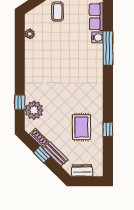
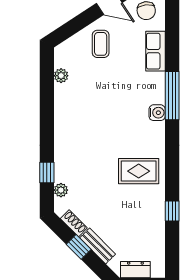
water cooler: (97, 37) -> (157, 113), moved
plant: (34, 110) -> (61, 190), width x0.53, depth x0.53
rug: (81, 127) -> (139, 171), moved, turned 90

